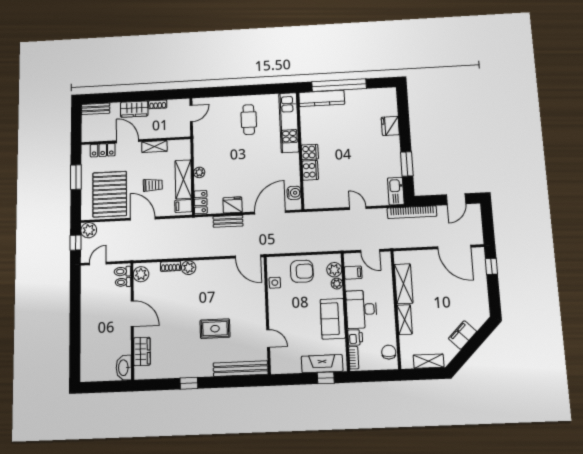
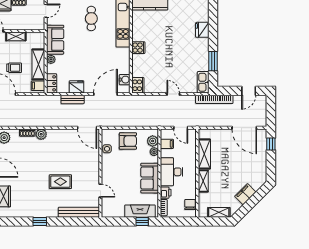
sofa: (204, 148) -> (55, 40), added
cooker: (310, 170) -> (138, 85), moved

